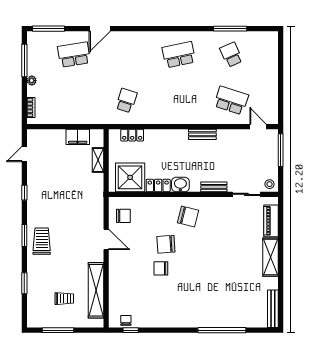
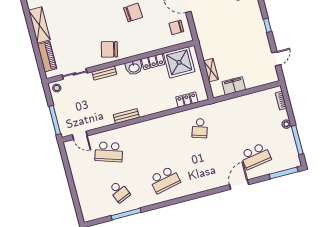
chair: (188, 217) -> (109, 49), moved

